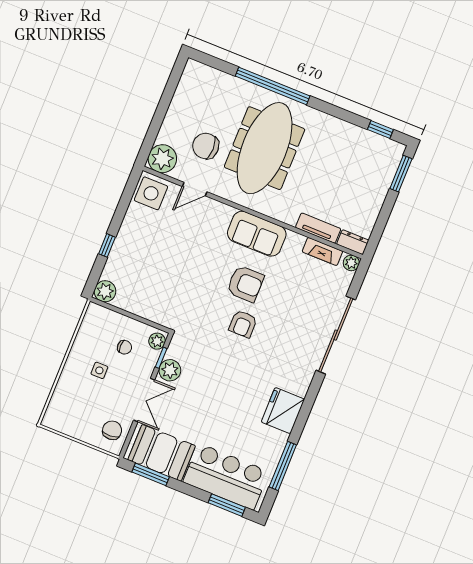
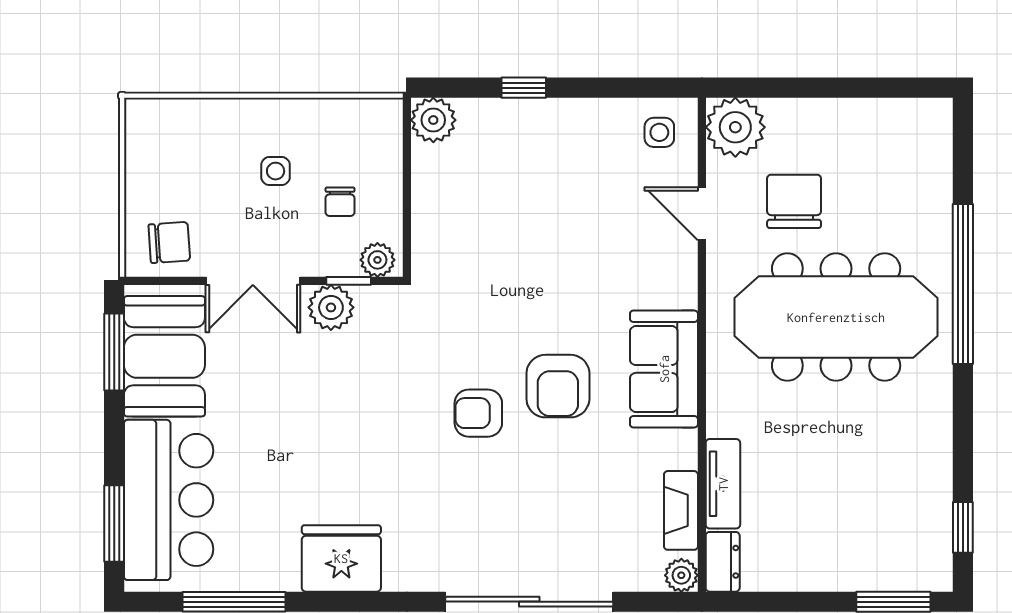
side table: (151, 193) -> (659, 132), width x0.54, depth x0.54

